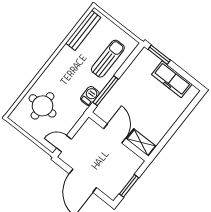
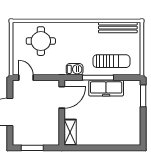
freezer: (172, 79) -> (106, 88), moved, turned -90
window: (106, 91) -> (98, 78), moved
door: (115, 133) -> (62, 97), moved

